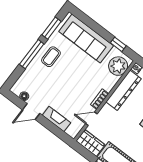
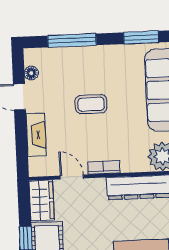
window: (32, 54) -> (72, 40), moved
coffee table: (51, 57) -> (91, 104), moved

